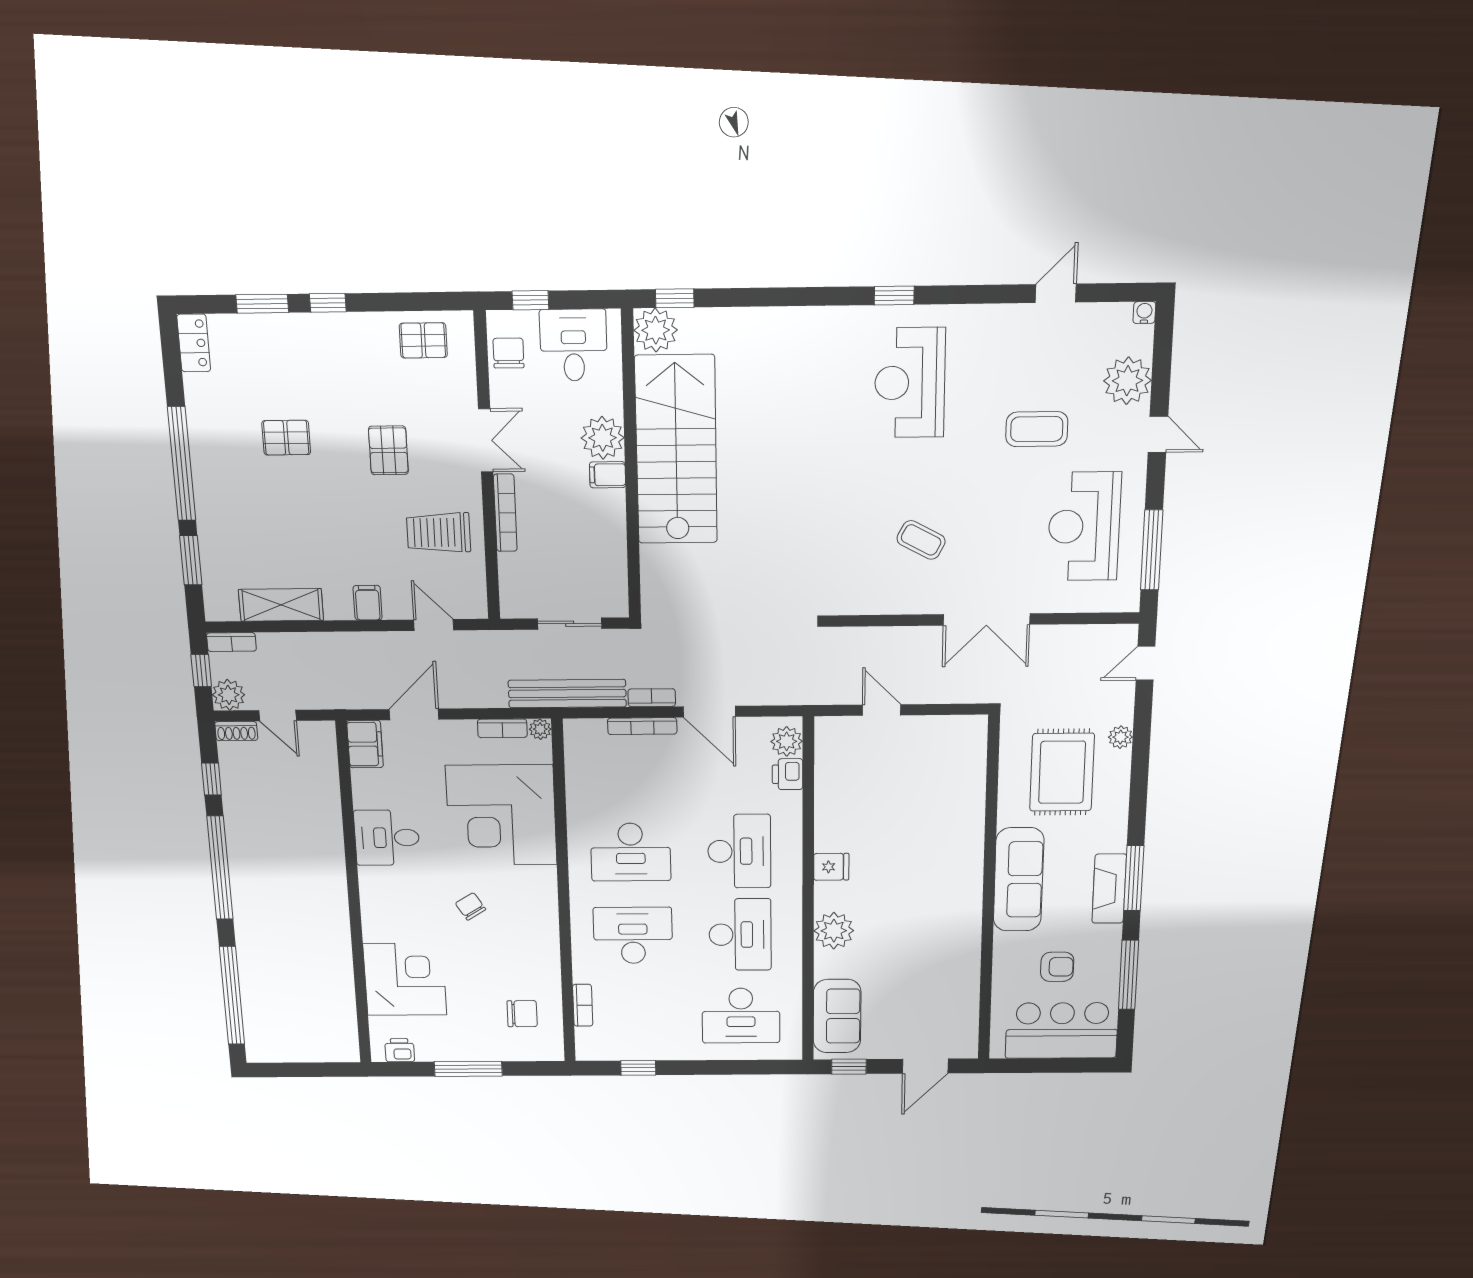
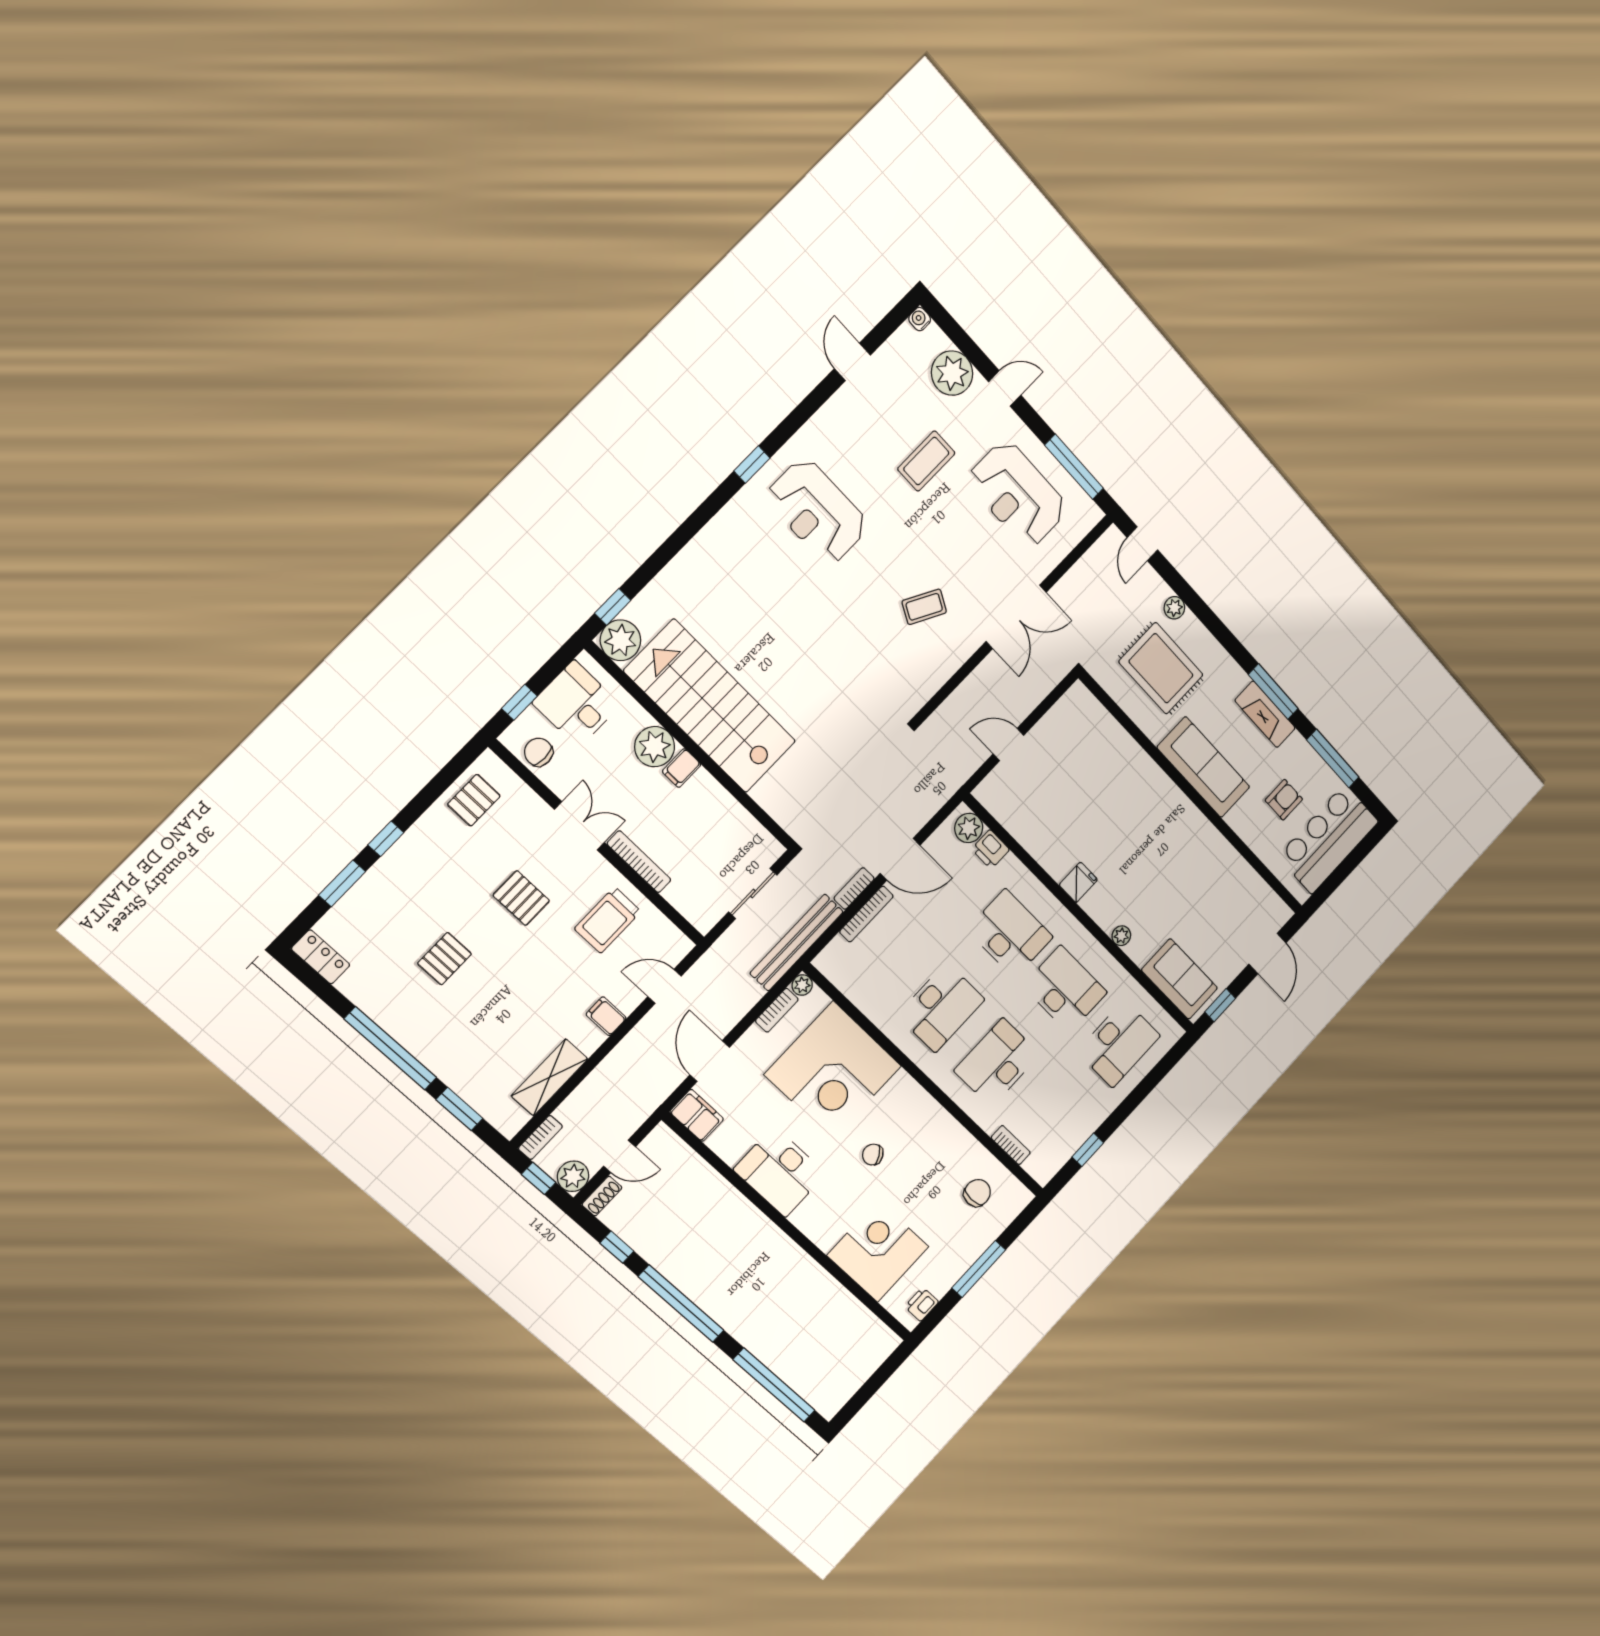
desk: (387, 838) -> (780, 1172), width x1.37
plant: (834, 931) -> (1121, 936), width x0.53, depth x0.53

